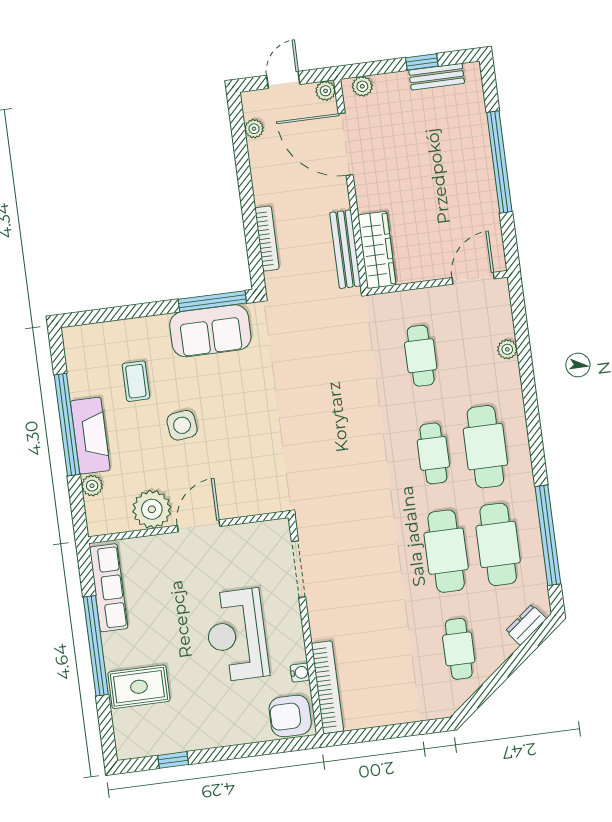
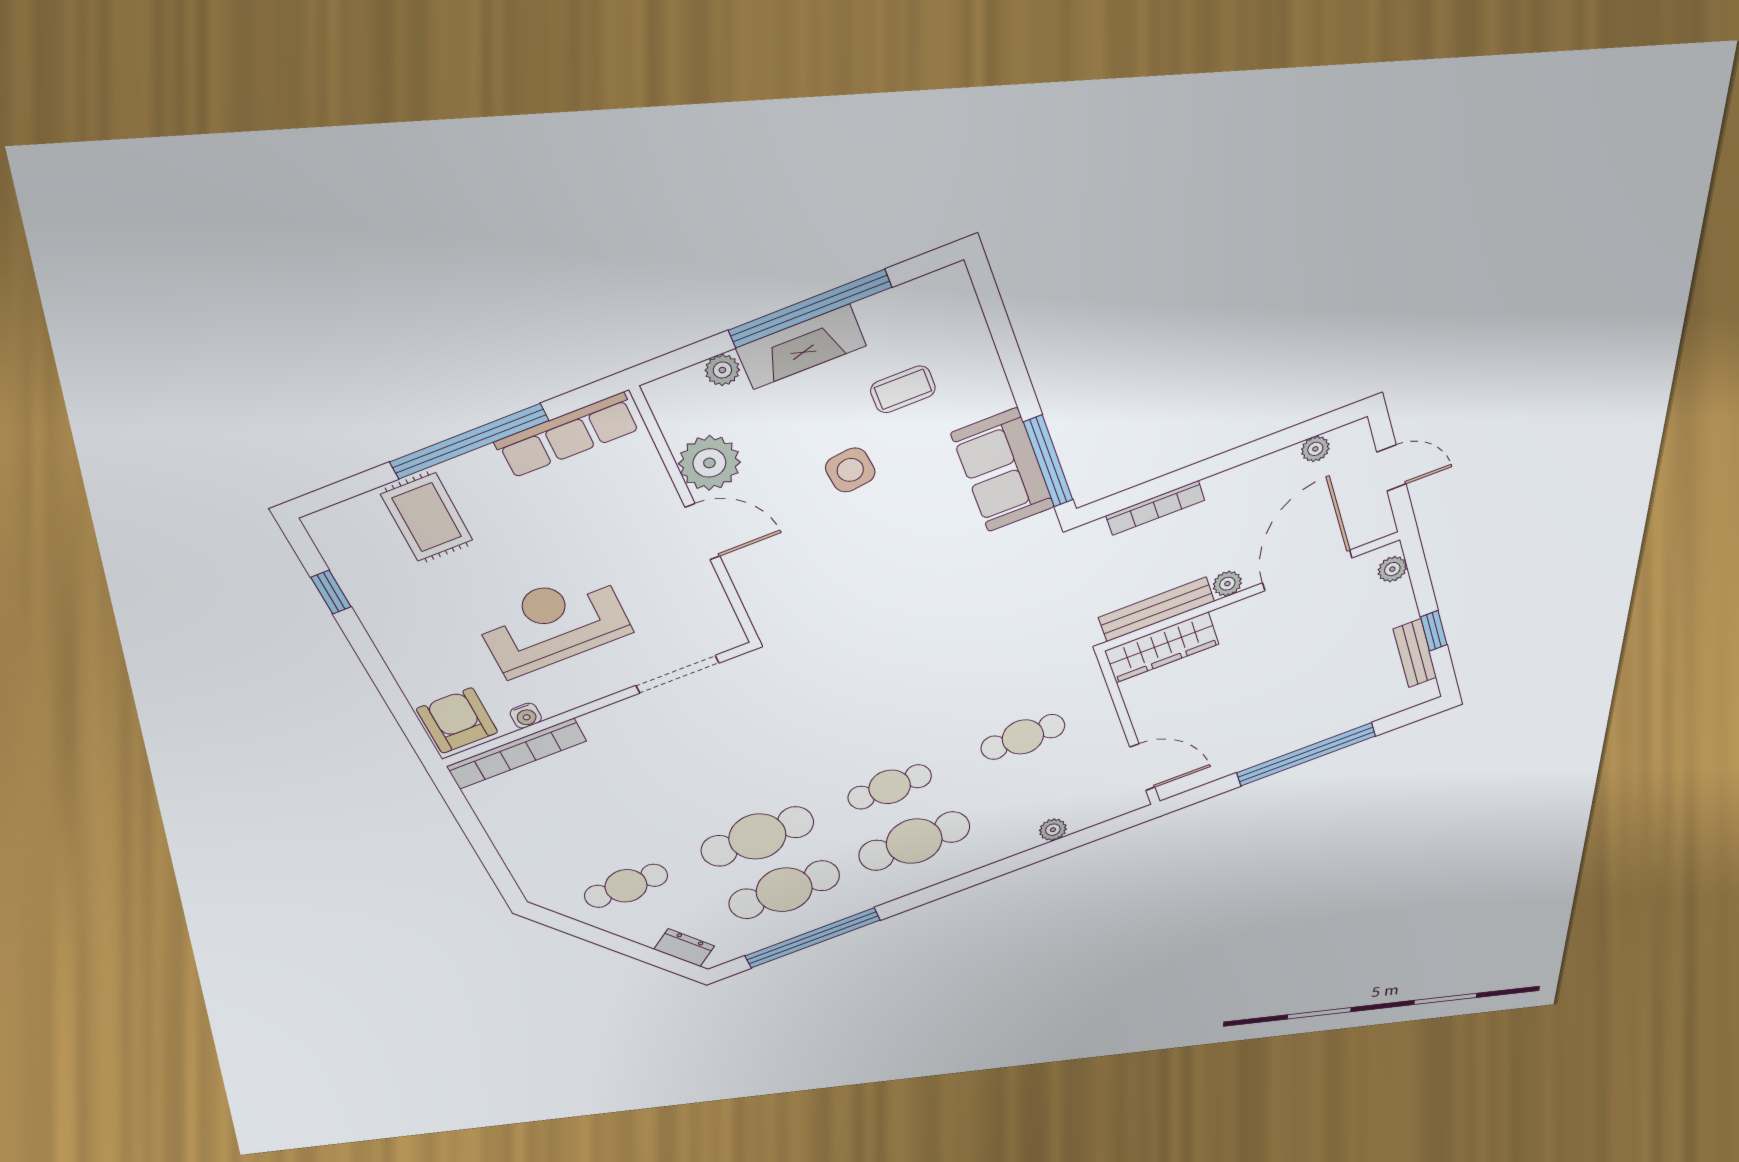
plant: (326, 91) -> (1227, 584), moved

